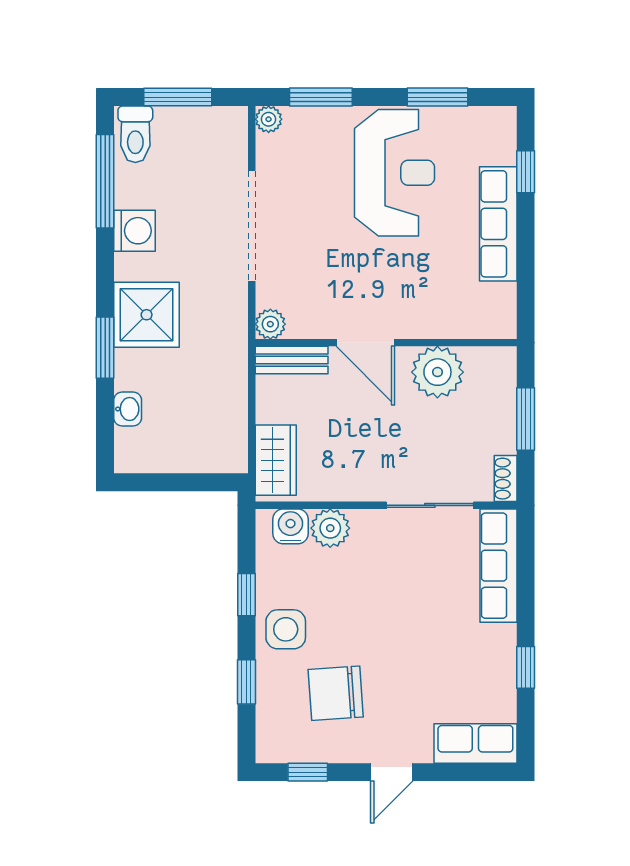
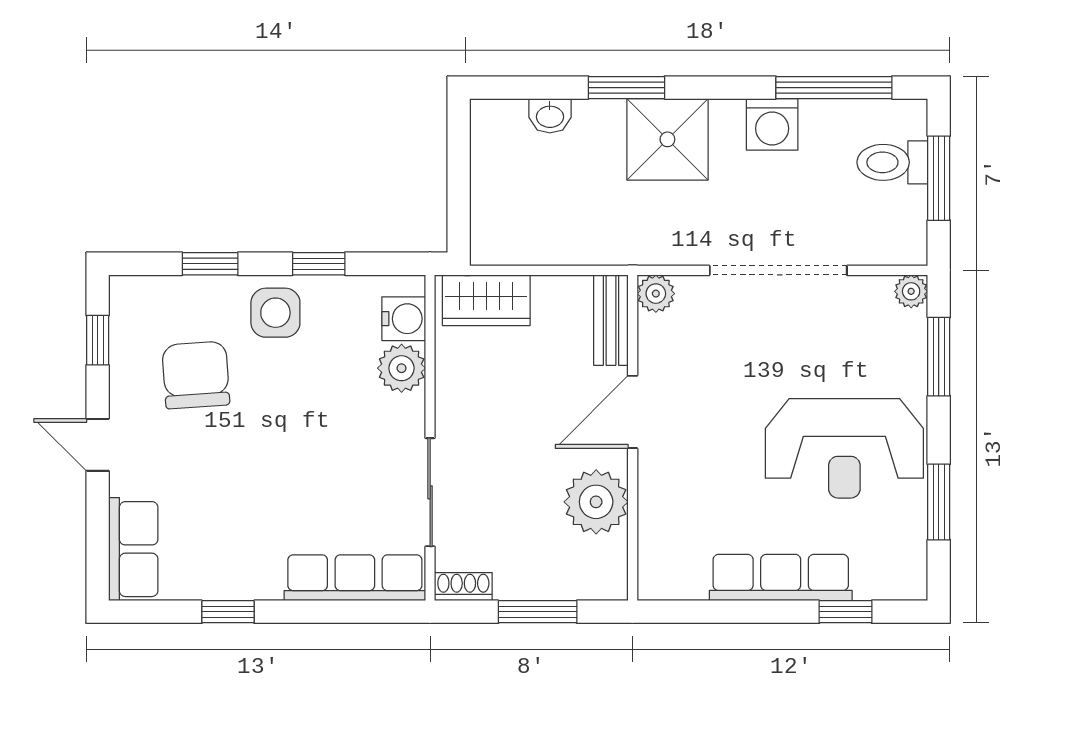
toilet: (135, 134) -> (892, 162), moved

